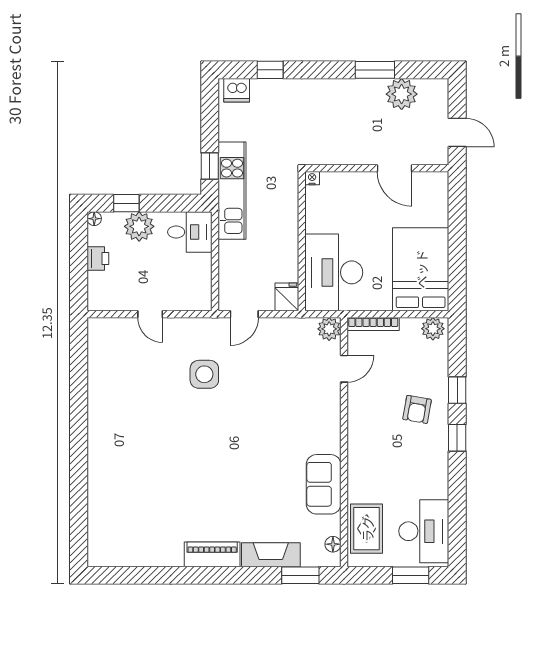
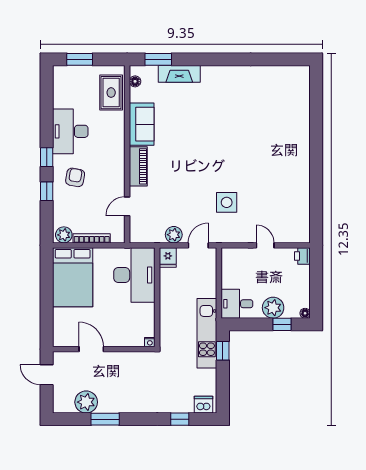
printer: (98, 258) -> (302, 256), moved
bookcase: (373, 324) -> (92, 238), moved
plant: (329, 329) -> (174, 235), moved
desk: (424, 531) -> (70, 131), moved
piano: (212, 554) -> (138, 166), moved, turned -90

